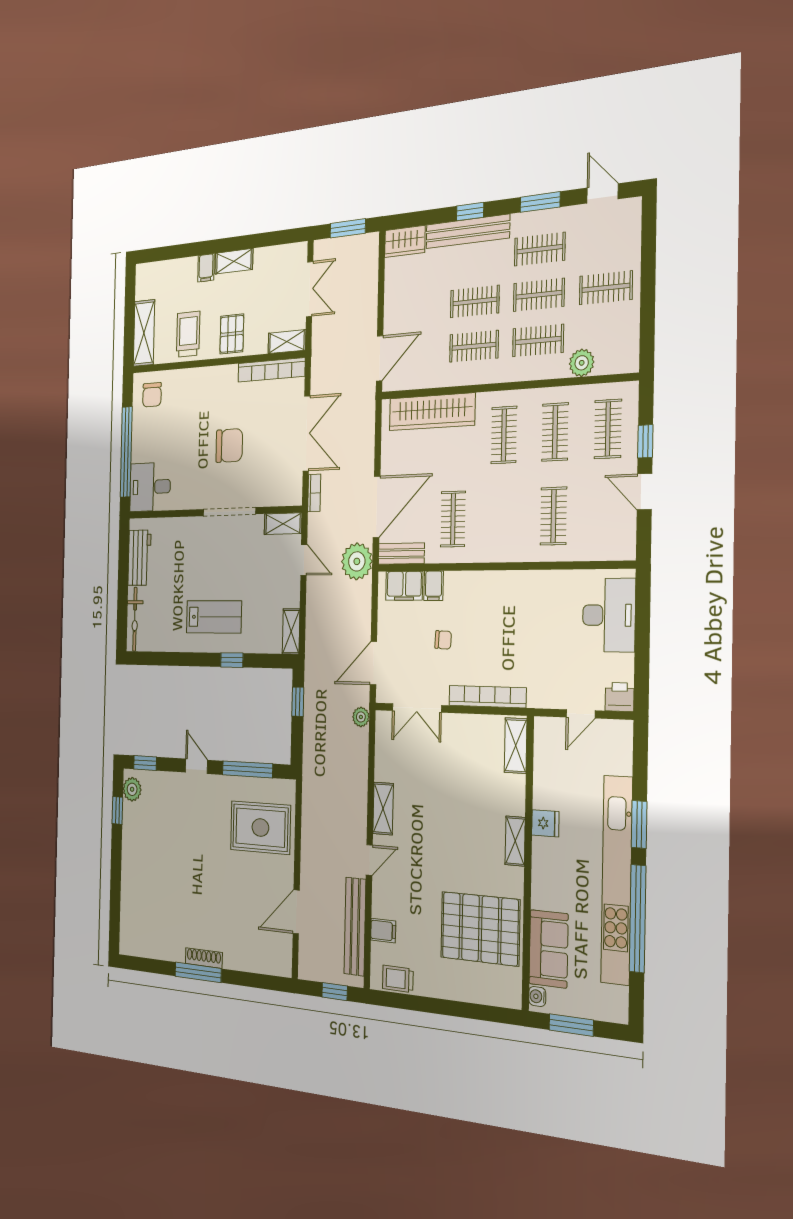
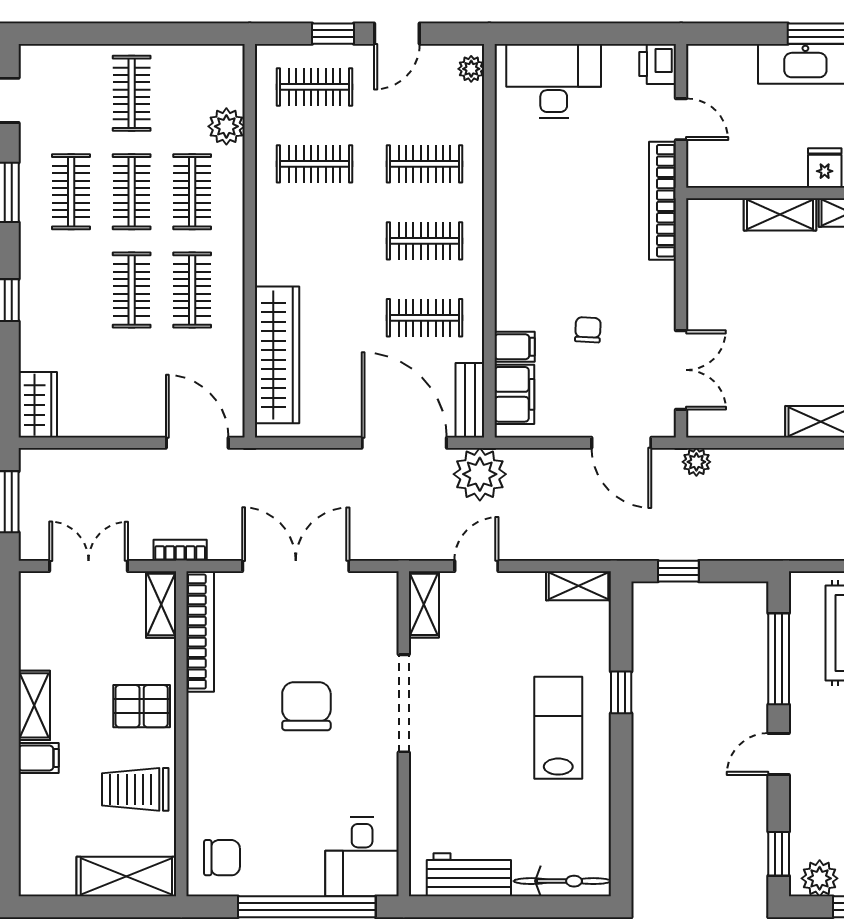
bench: (468, 231) -> (35, 304), removed
clothes rail: (504, 435) -> (425, 241), moved
bookcase: (314, 493) -> (180, 550), moved
plant: (619, 551) -> (471, 69), added
bookcase: (487, 697) -> (663, 201), moved
shelving: (516, 746) -> (780, 214), moved

